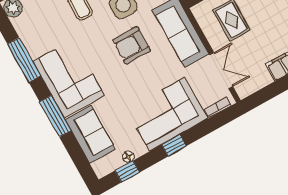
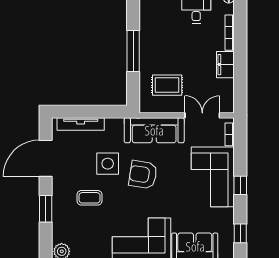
armchair: (132, 45) -> (143, 175), turned 99
floor lamp: (128, 157) -> (229, 226), removed

